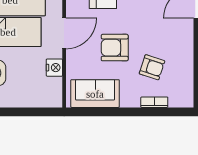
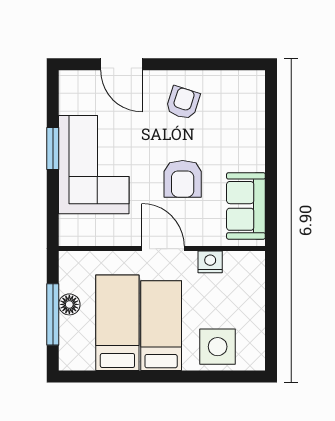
armchair: (152, 67) -> (183, 103), moved
bookcase: (154, 102) -> (258, 124), removed

